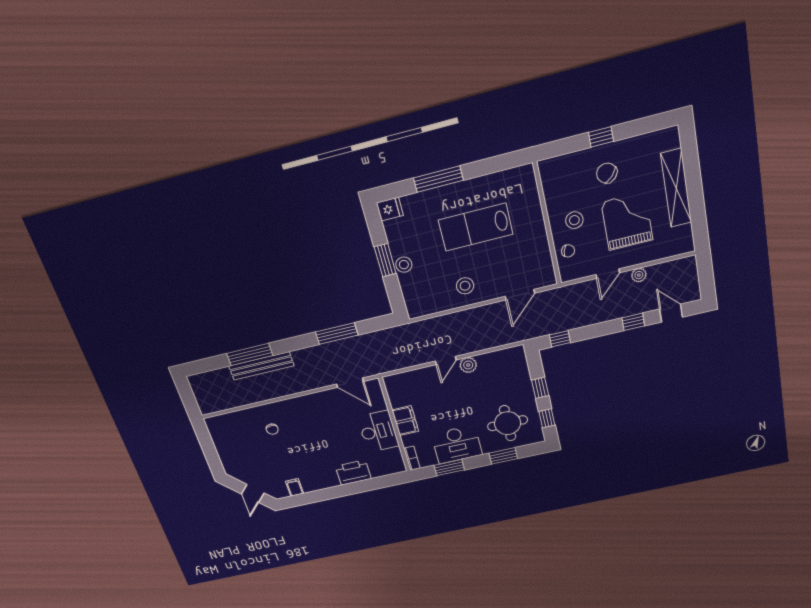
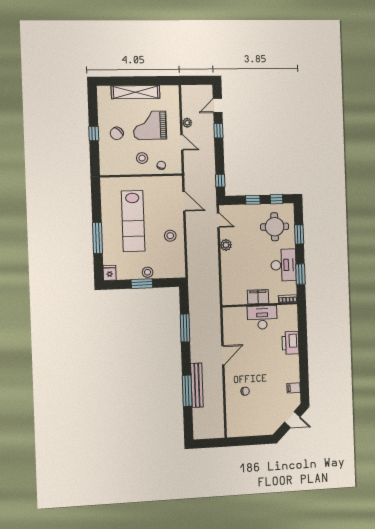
lab bench: (476, 227) -> (133, 221), width x1.36
door: (446, 361) -> (218, 220), moved
door: (350, 383) -> (223, 355), moved

